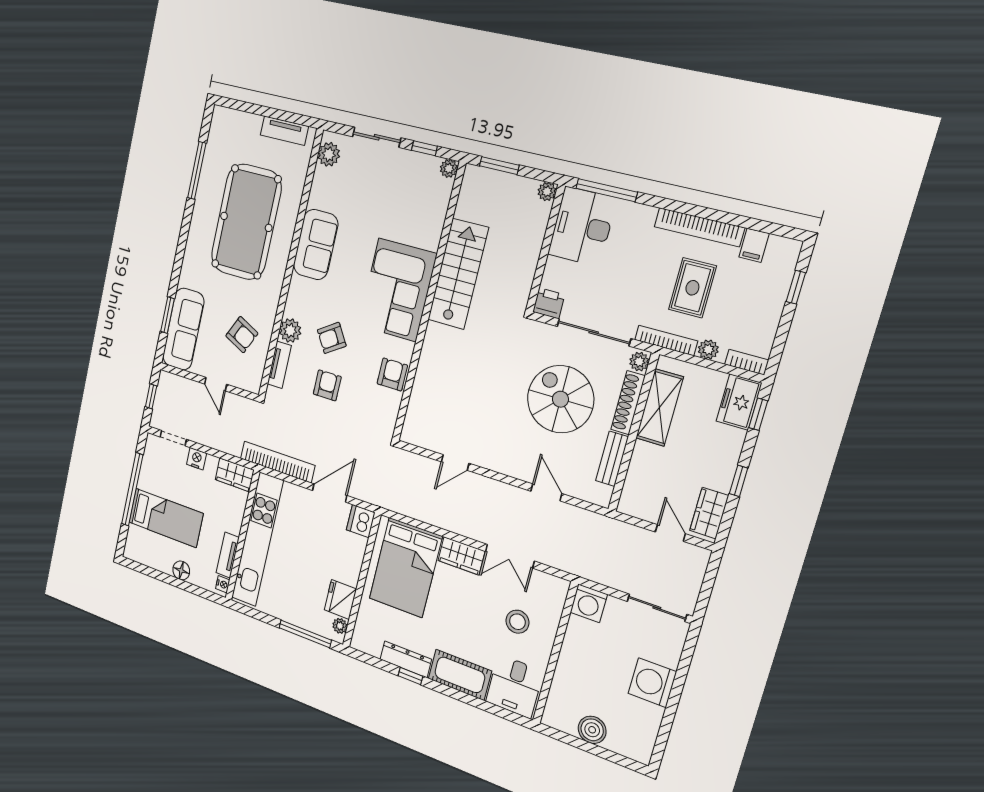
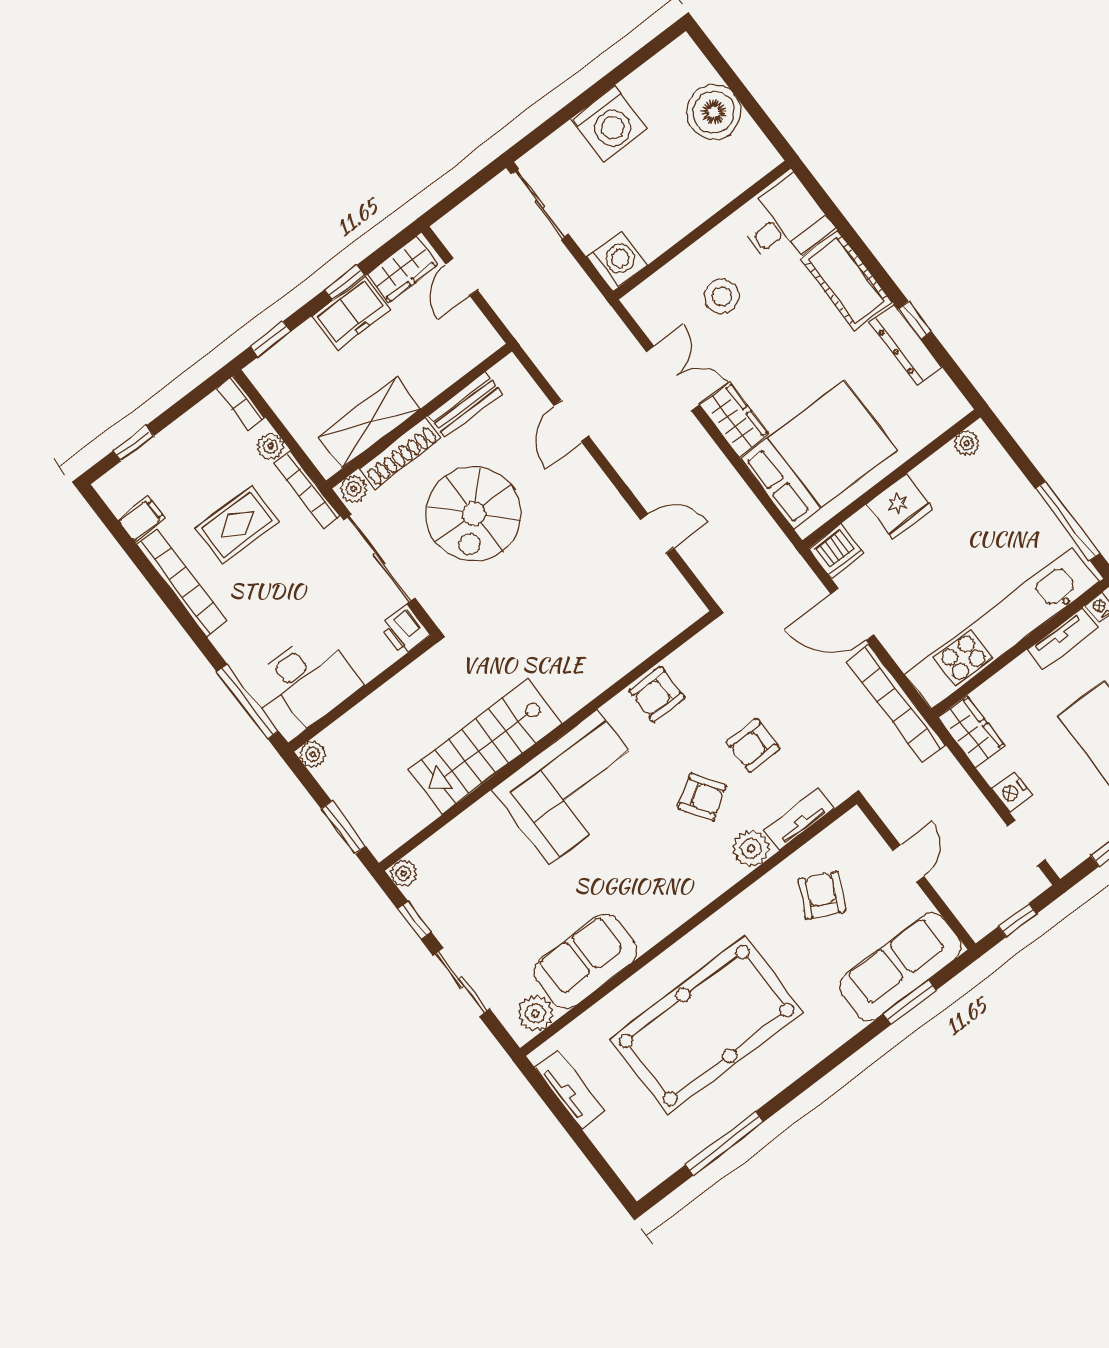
sofa: (316, 245) -> (586, 961), moved
freezer: (739, 402) -> (351, 313), moved
fridge: (340, 599) -> (899, 506), moved
window: (305, 634) -> (1068, 521), moved
boiler: (592, 730) -> (714, 112), width x1.37, depth x1.37

